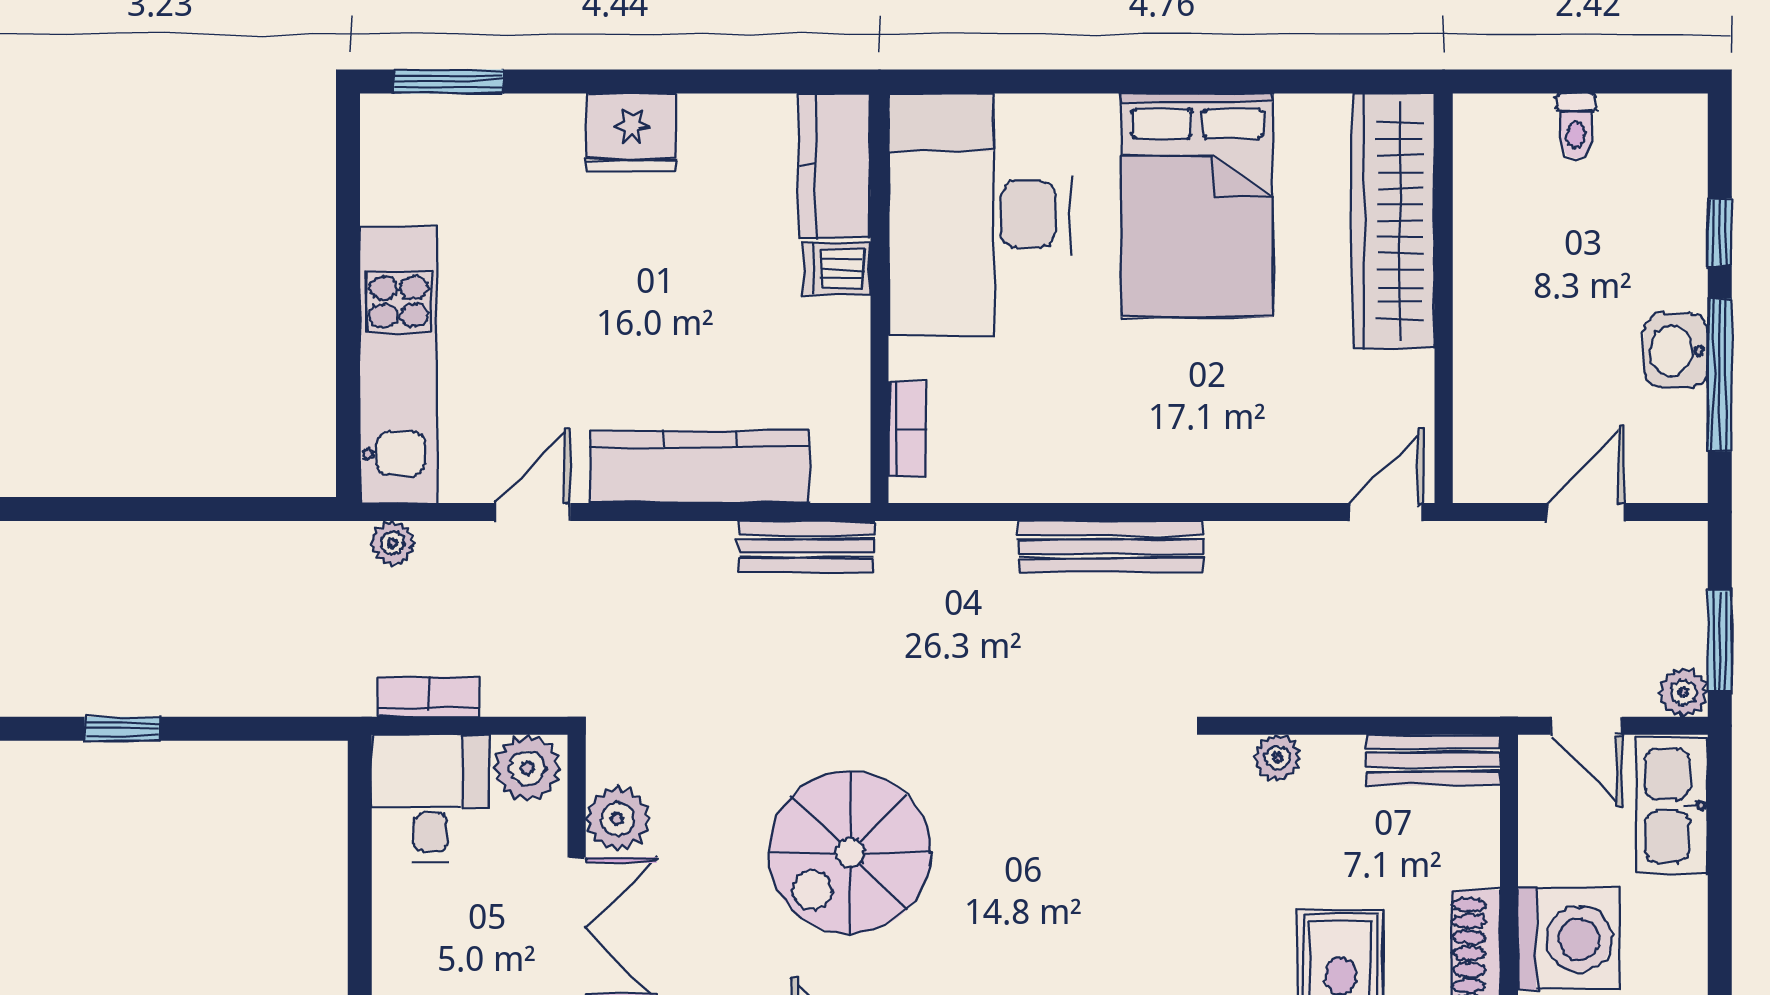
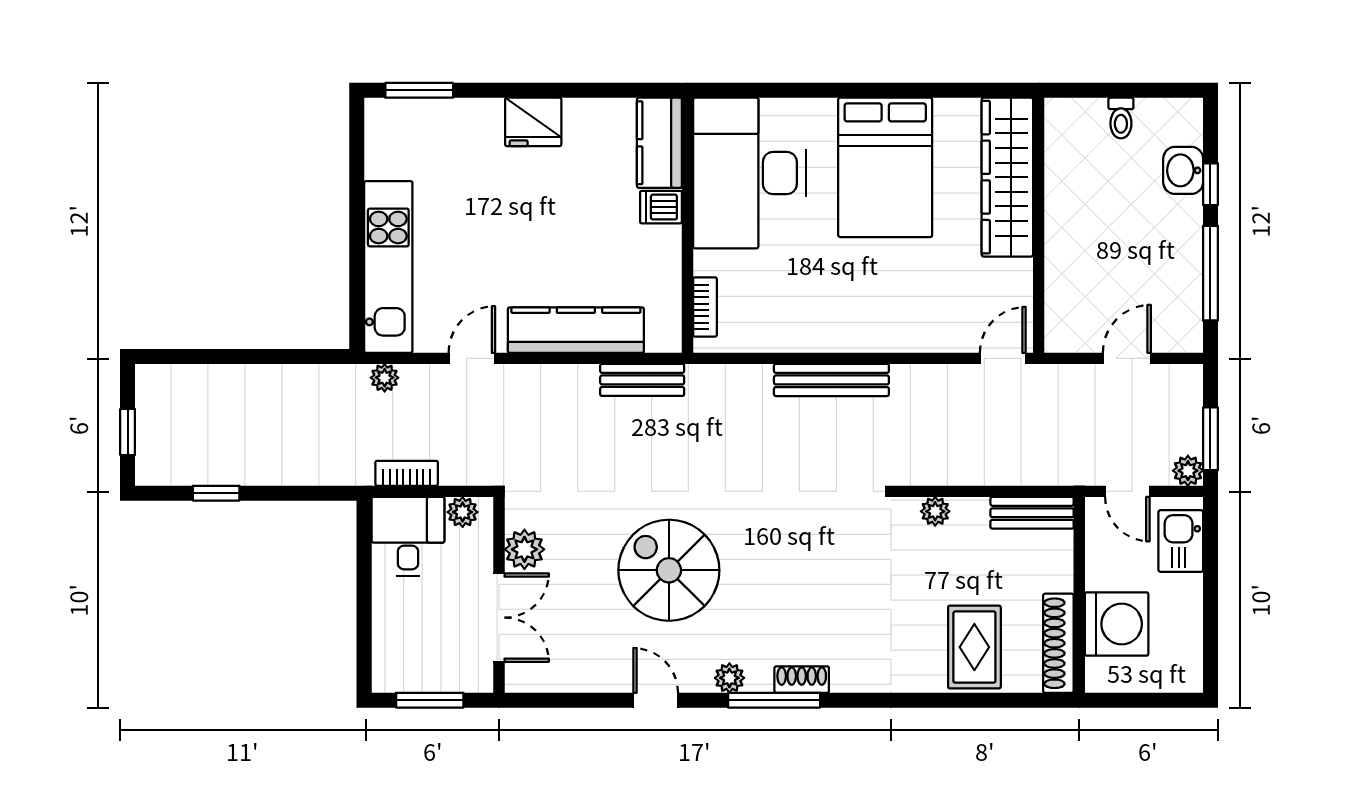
washbasin: (1676, 351) -> (1183, 170), moved
plant: (527, 768) -> (463, 512), width x0.73, depth x0.73
kitchen sink: (1672, 806) -> (1181, 541), width x0.73
spiral stairs: (850, 853) -> (669, 570), turned 90

